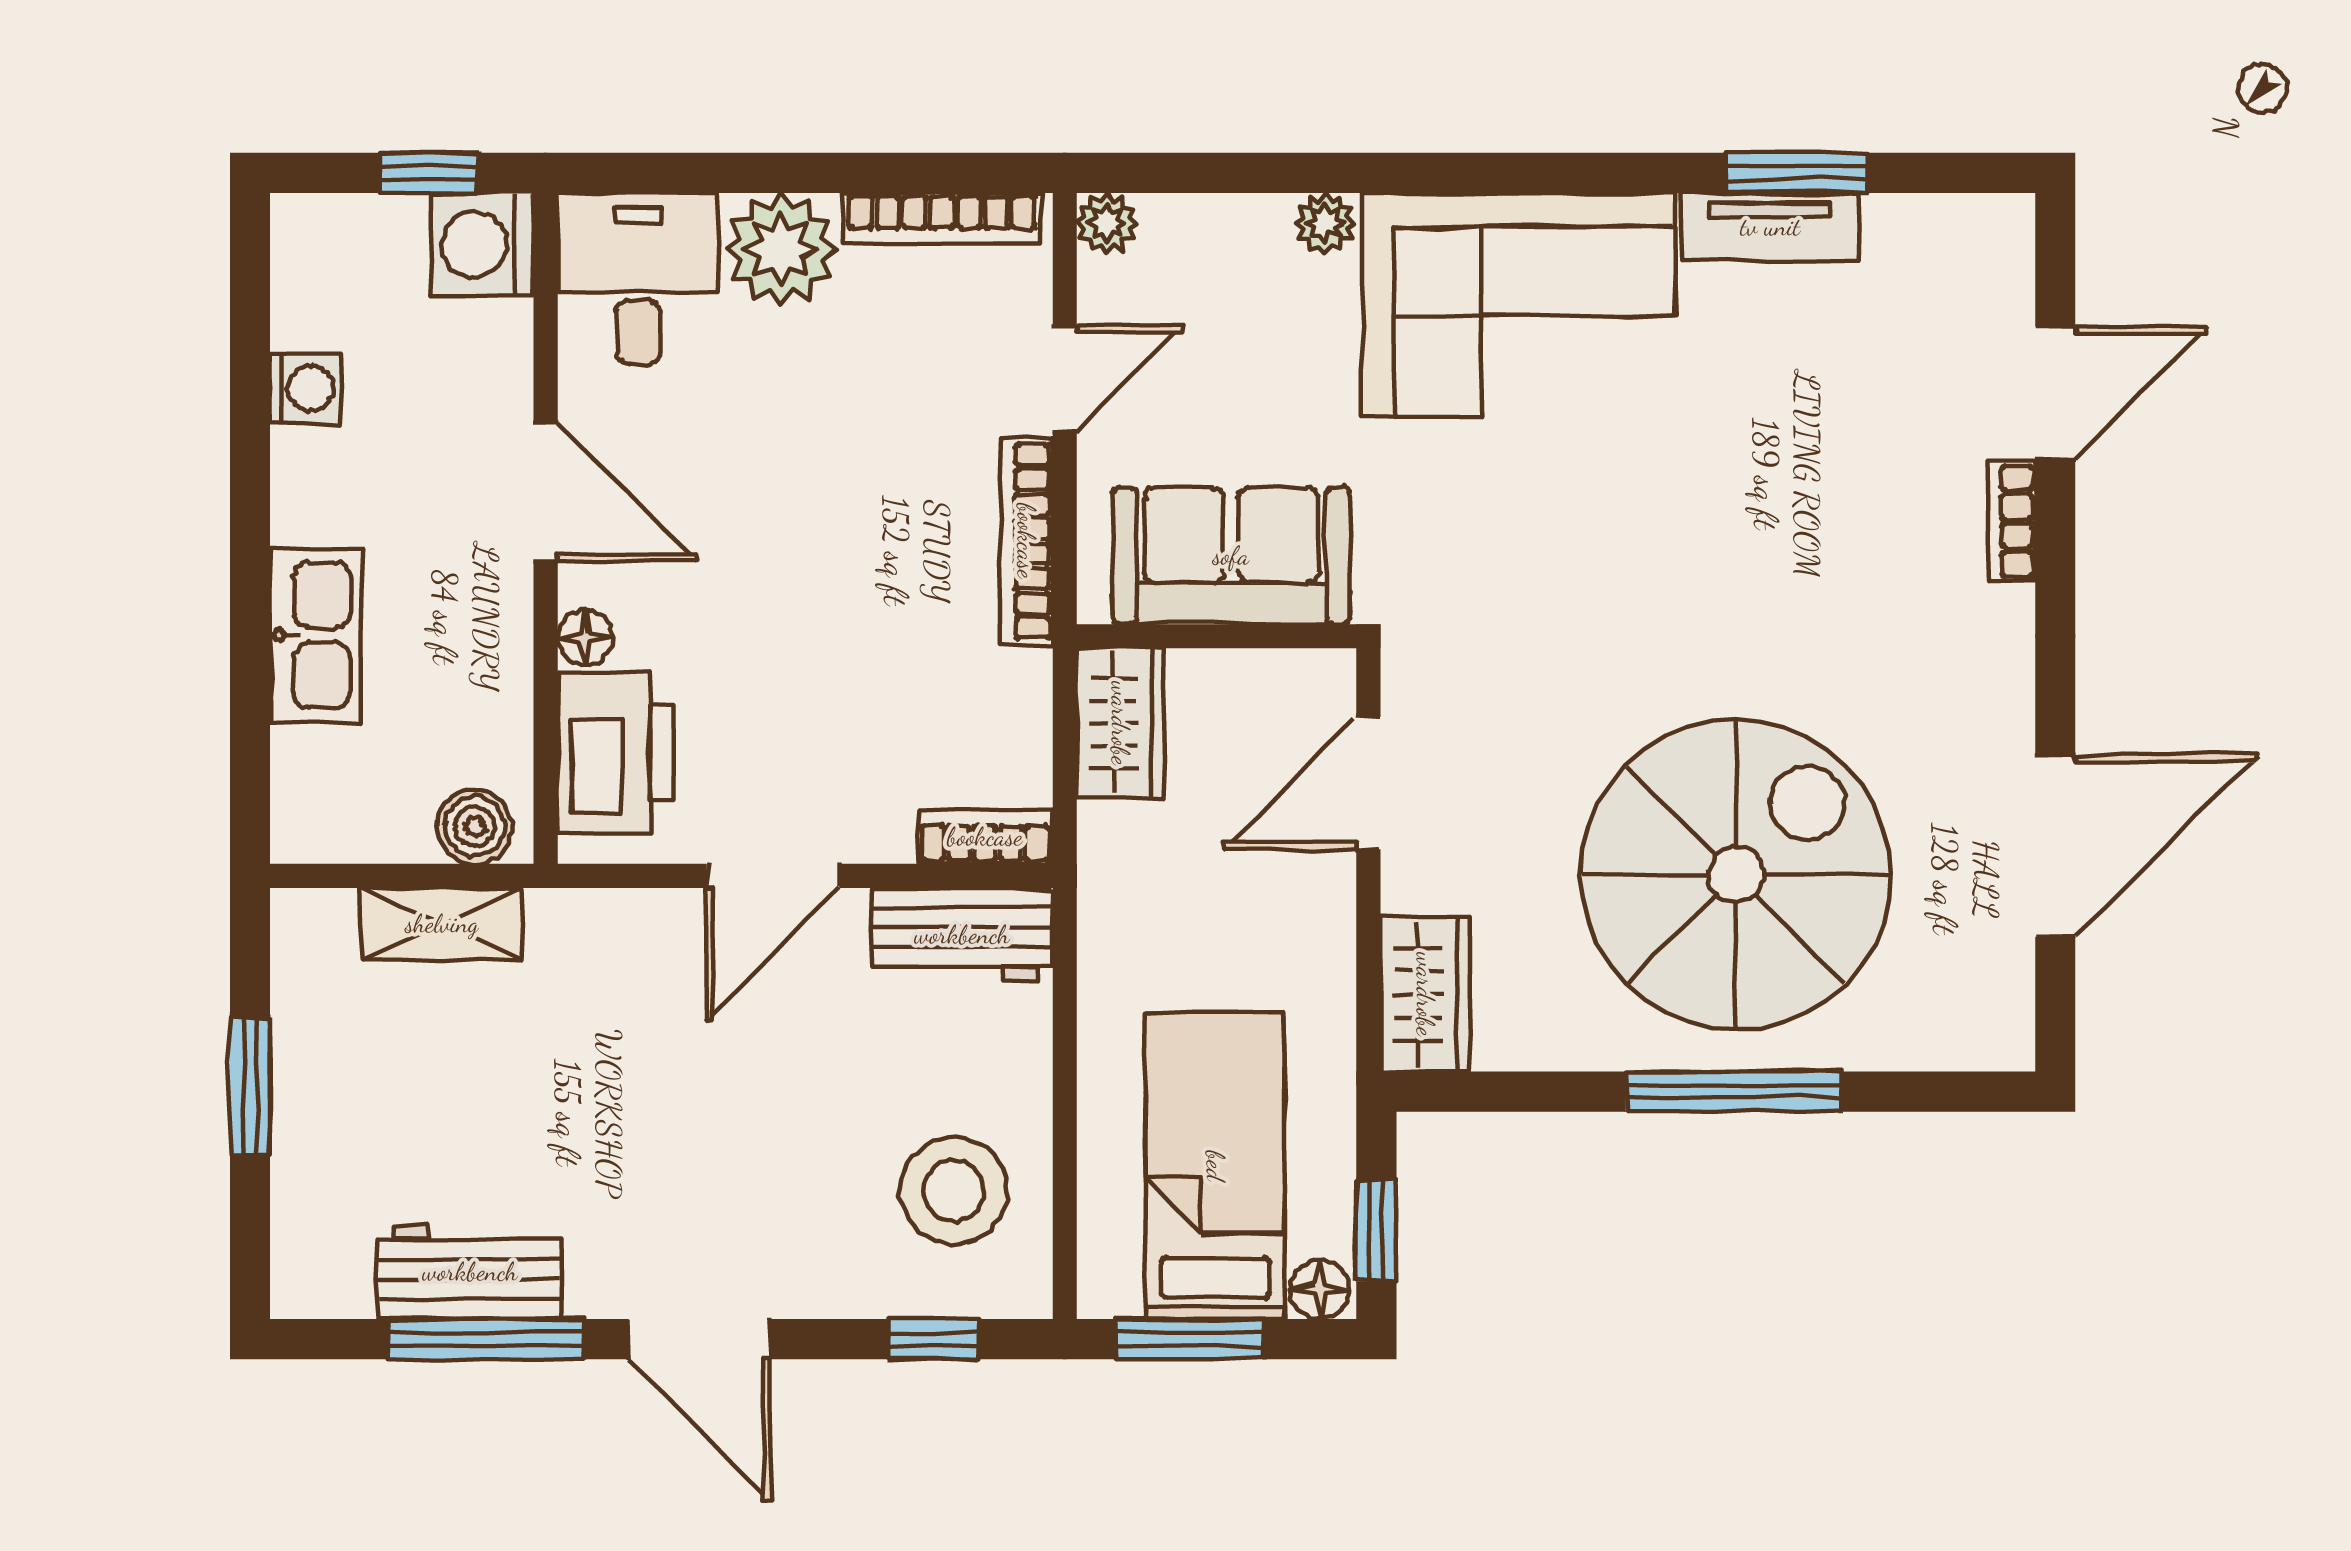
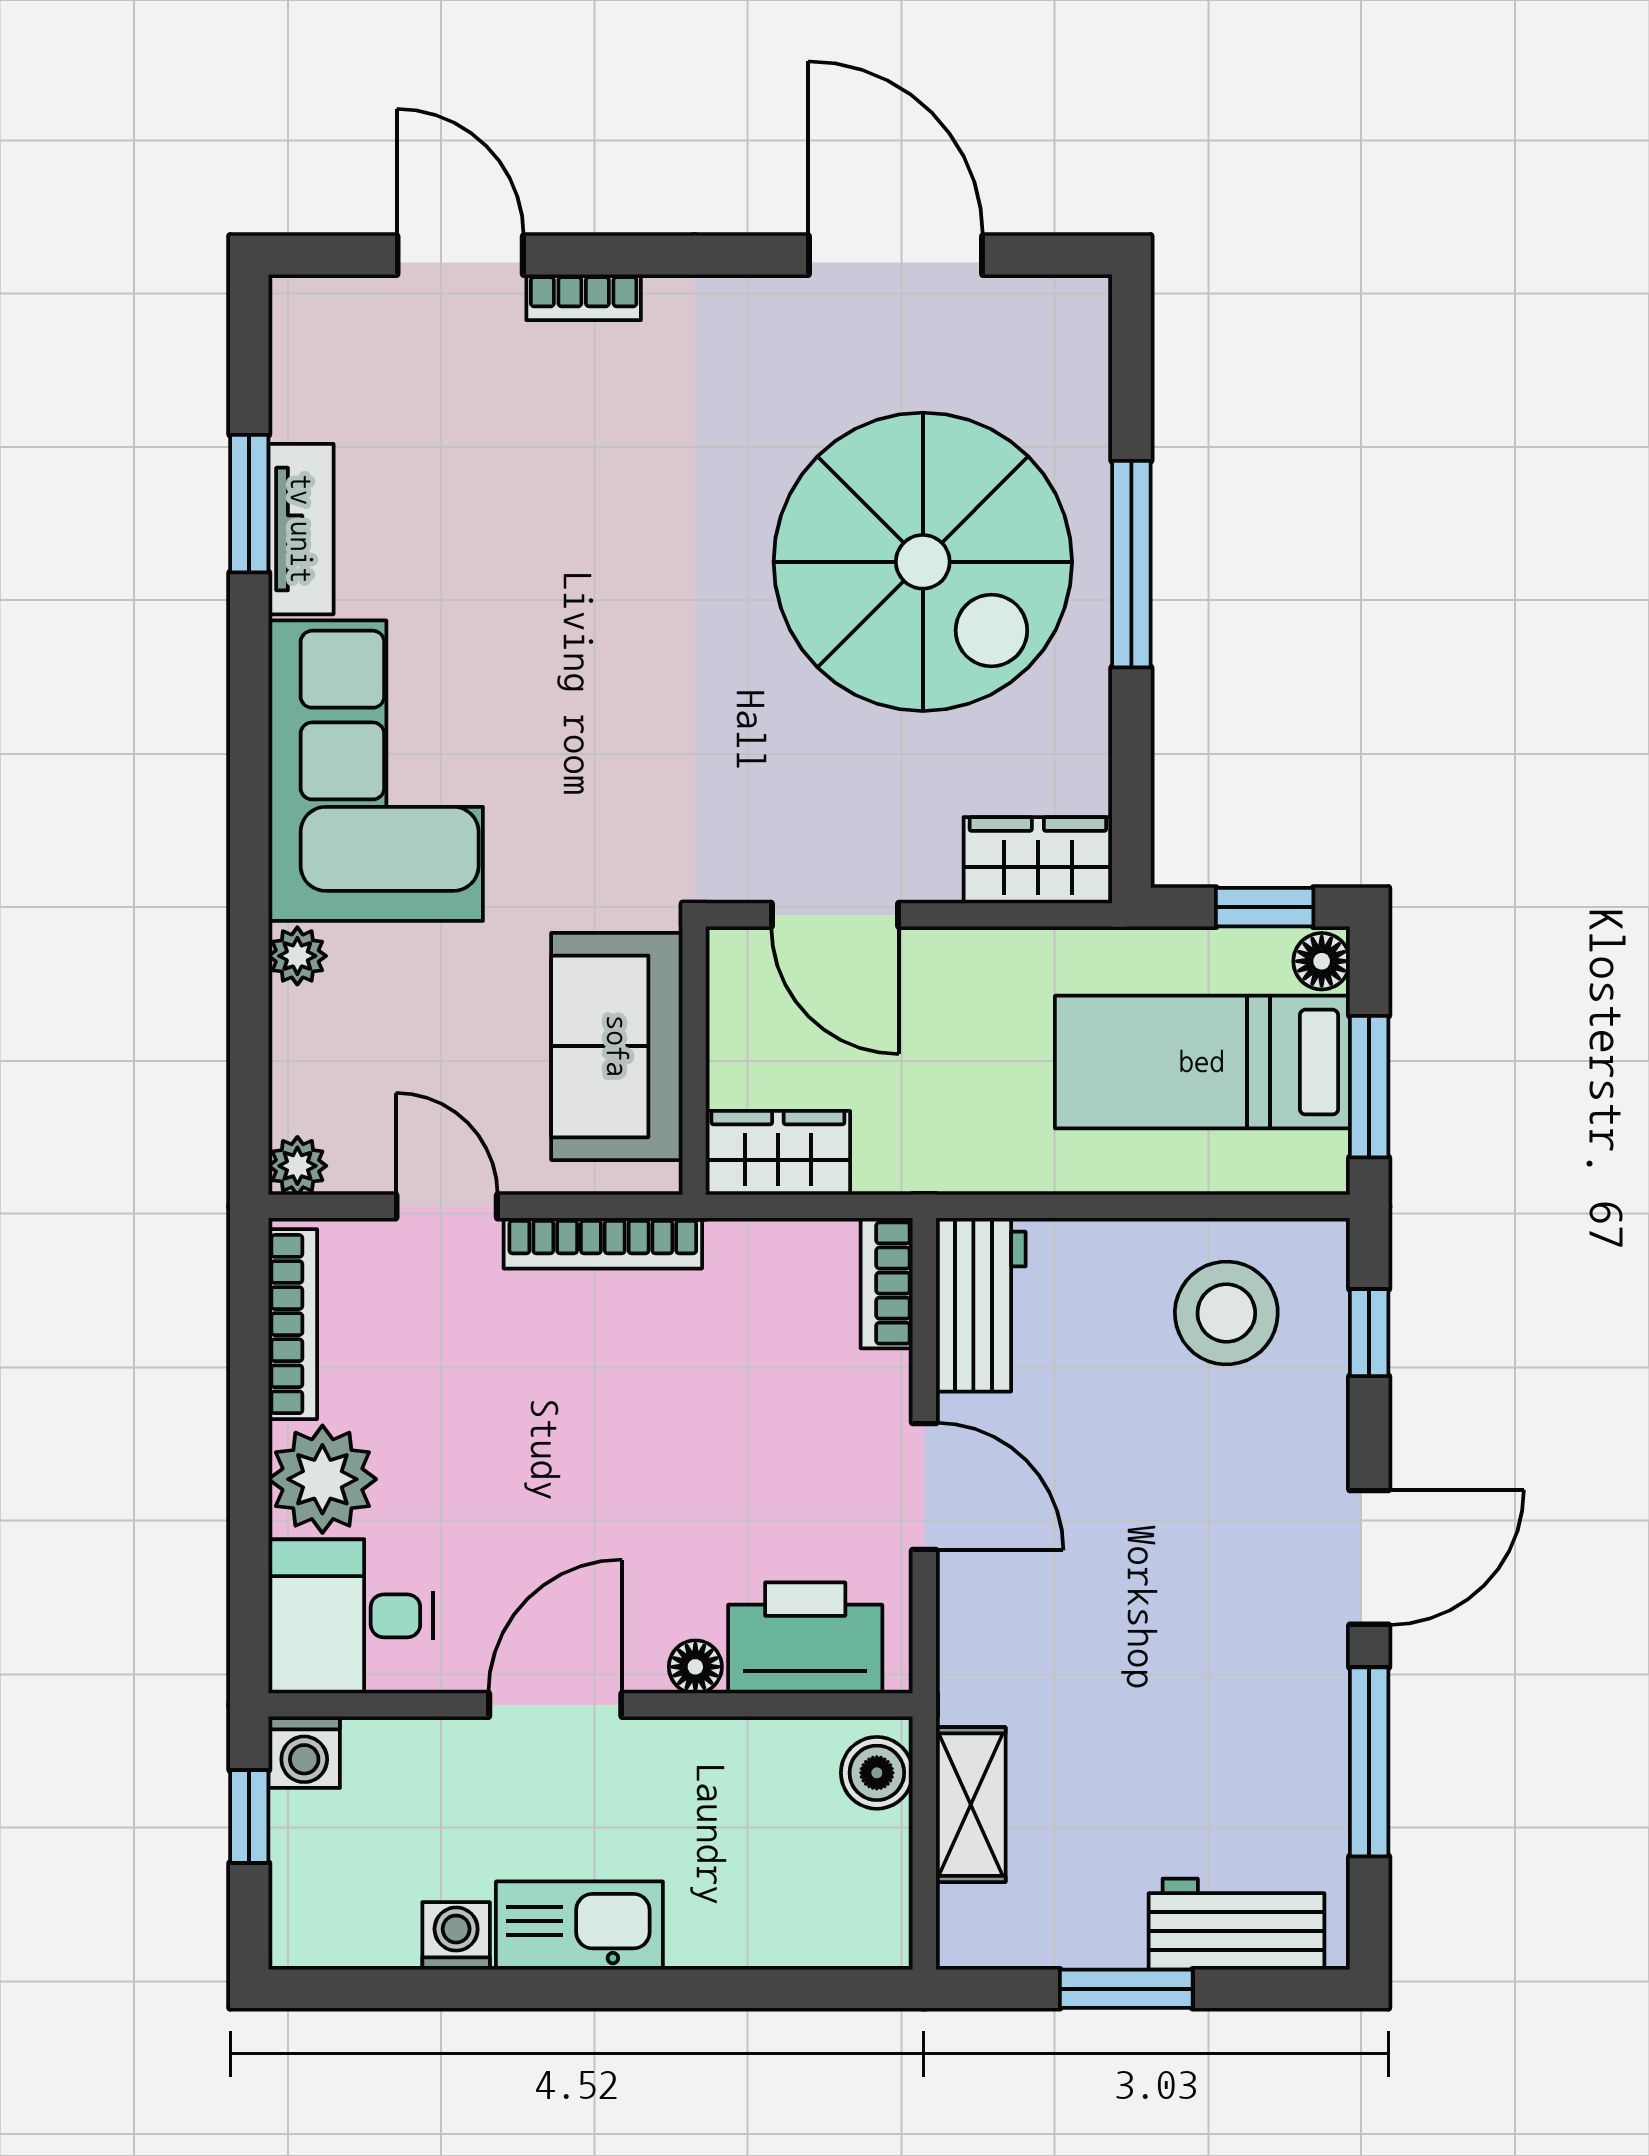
washing machine: (482, 244) -> (304, 1752), width x0.73, depth x0.73
kitchen sink: (316, 635) -> (579, 1926), moved
spiral stairs: (1736, 874) -> (923, 562), turned 180
workbench: (470, 1272) -> (1236, 1924), moved, turned 90

